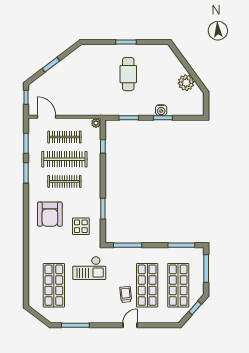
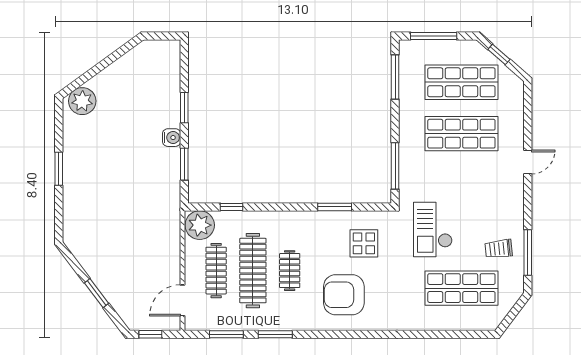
cafe table: (128, 74) -> (112, 165), removed
plant: (186, 83) -> (82, 101), moved
water cooler: (161, 110) -> (172, 138), moved
plant: (96, 123) -> (200, 225), width x1.88, depth x1.88
clothes rail: (64, 181) -> (290, 271), width x0.73
armchair: (50, 214) -> (344, 295), turned 180
checkout: (89, 268) -> (433, 229), turned 180
trolley: (126, 294) -> (499, 249), moved
door: (130, 325) -> (528, 162), swing flipped

